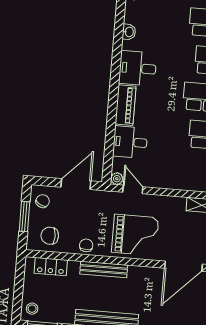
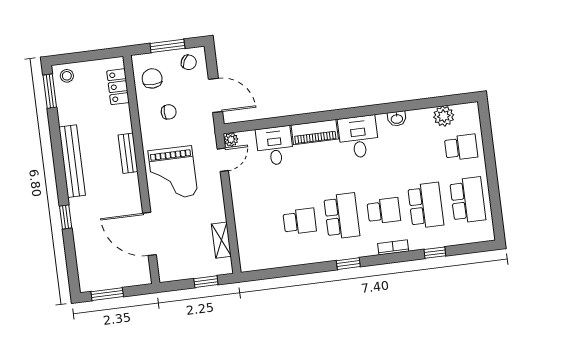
chair: (86, 245) -> (169, 112), moved
bench: (104, 269) -> (128, 153), width x0.73

